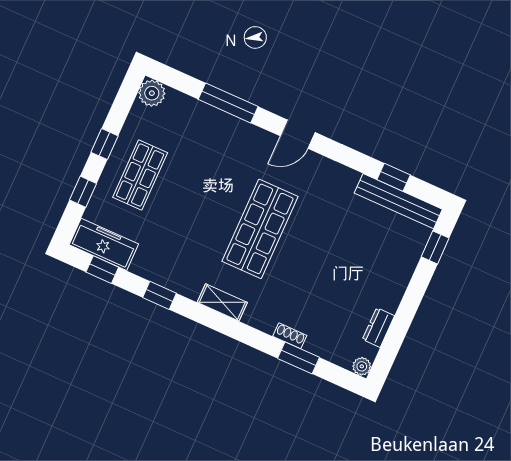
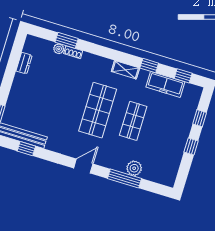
plant: (152, 93) -> (134, 168), moved
shop shelf: (140, 175) -> (133, 121), moved
freezer: (104, 244) -> (165, 84), moved
shelving: (222, 302) -> (125, 70), moved
plant: (362, 366) -> (59, 49), moved

